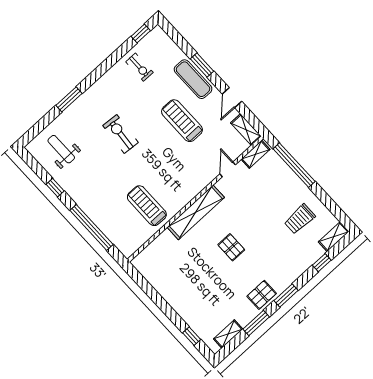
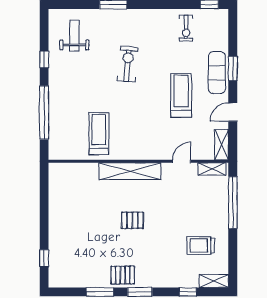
pallet: (231, 247) -> (132, 220), turned 90
shelving: (228, 334) -> (72, 281), removed

